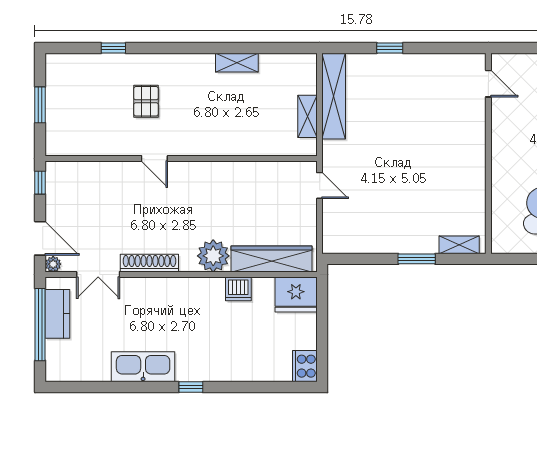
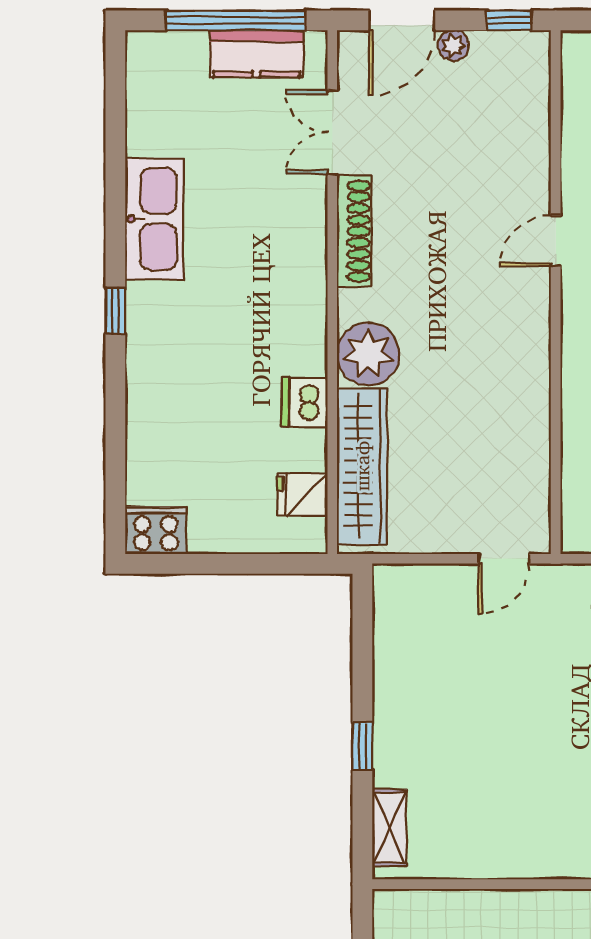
window: (417, 259) -> (362, 746), width x0.67
plant: (53, 264) -> (453, 46), moved
fridge: (296, 295) -> (302, 495), width x0.53, depth x0.75

